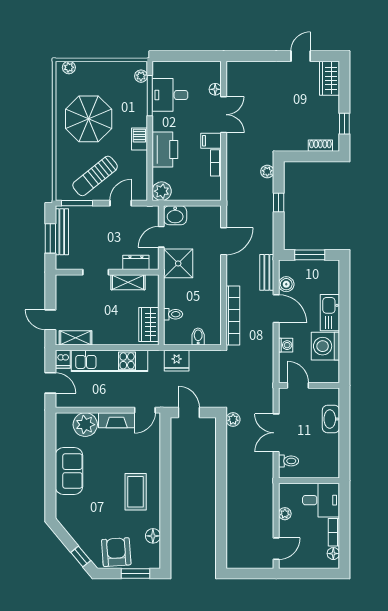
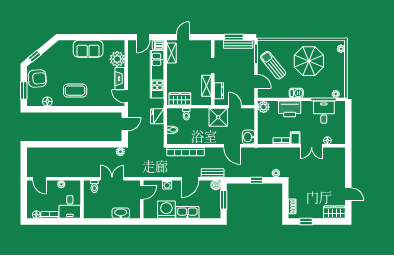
washbasin: (175, 215) -> (248, 137), moved
boiler: (286, 284) -> (216, 185), moved

